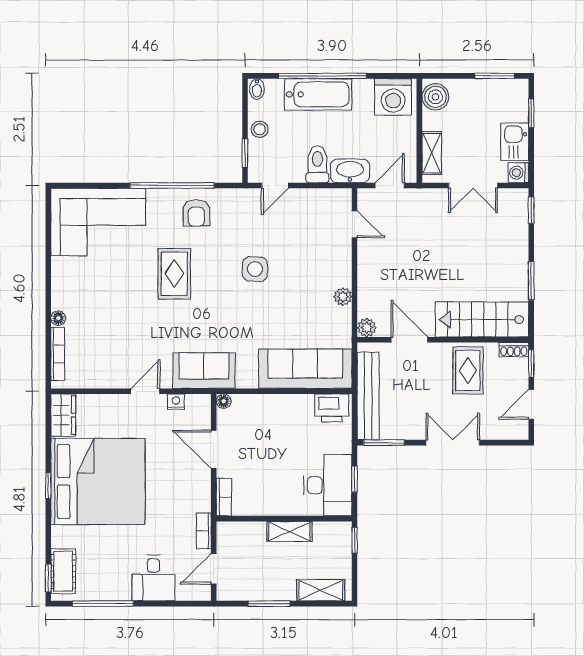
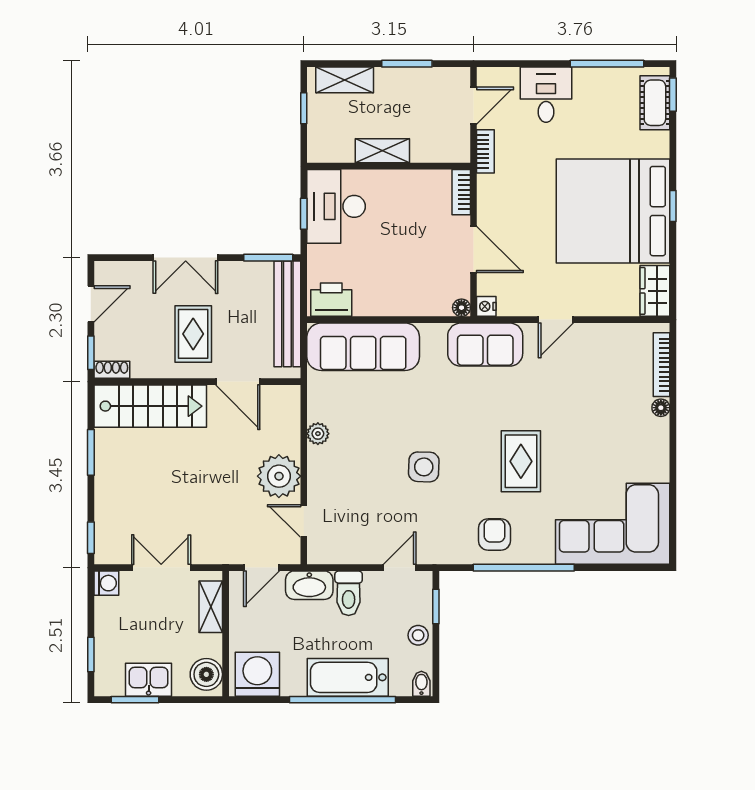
kitchen sink: (515, 142) -> (149, 680), moved, turned -90
plant: (367, 328) -> (279, 476), moved, width x1.88, depth x1.88
rug: (468, 370) -> (193, 334), moved
nightstand: (176, 402) -> (486, 306), moved, turned 90
window: (355, 540) -> (304, 108), moved

